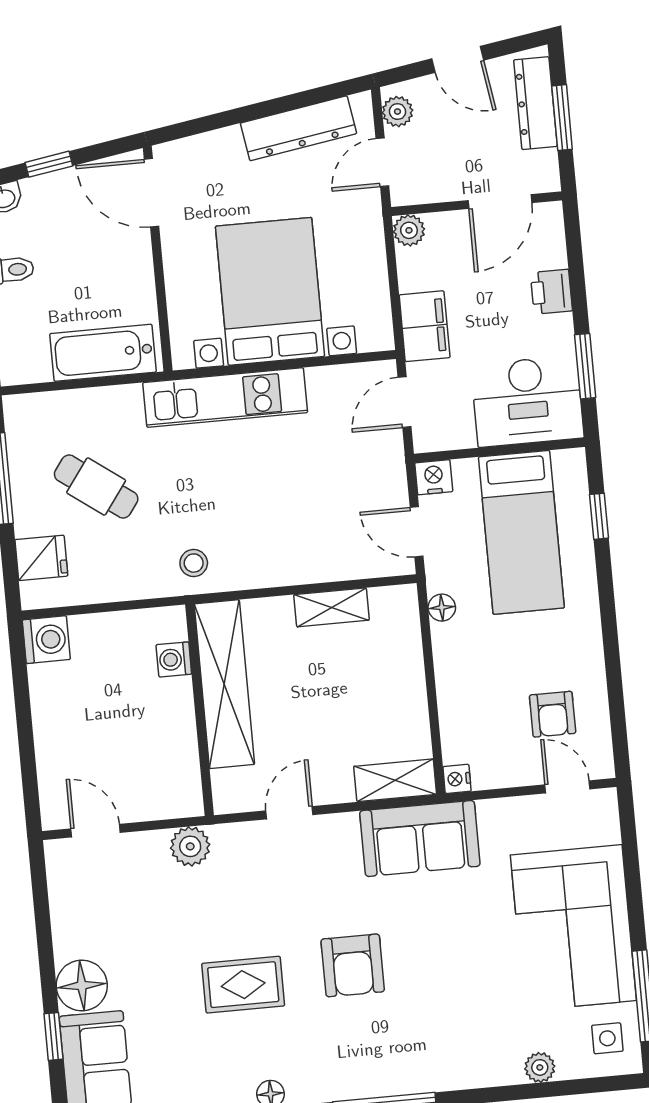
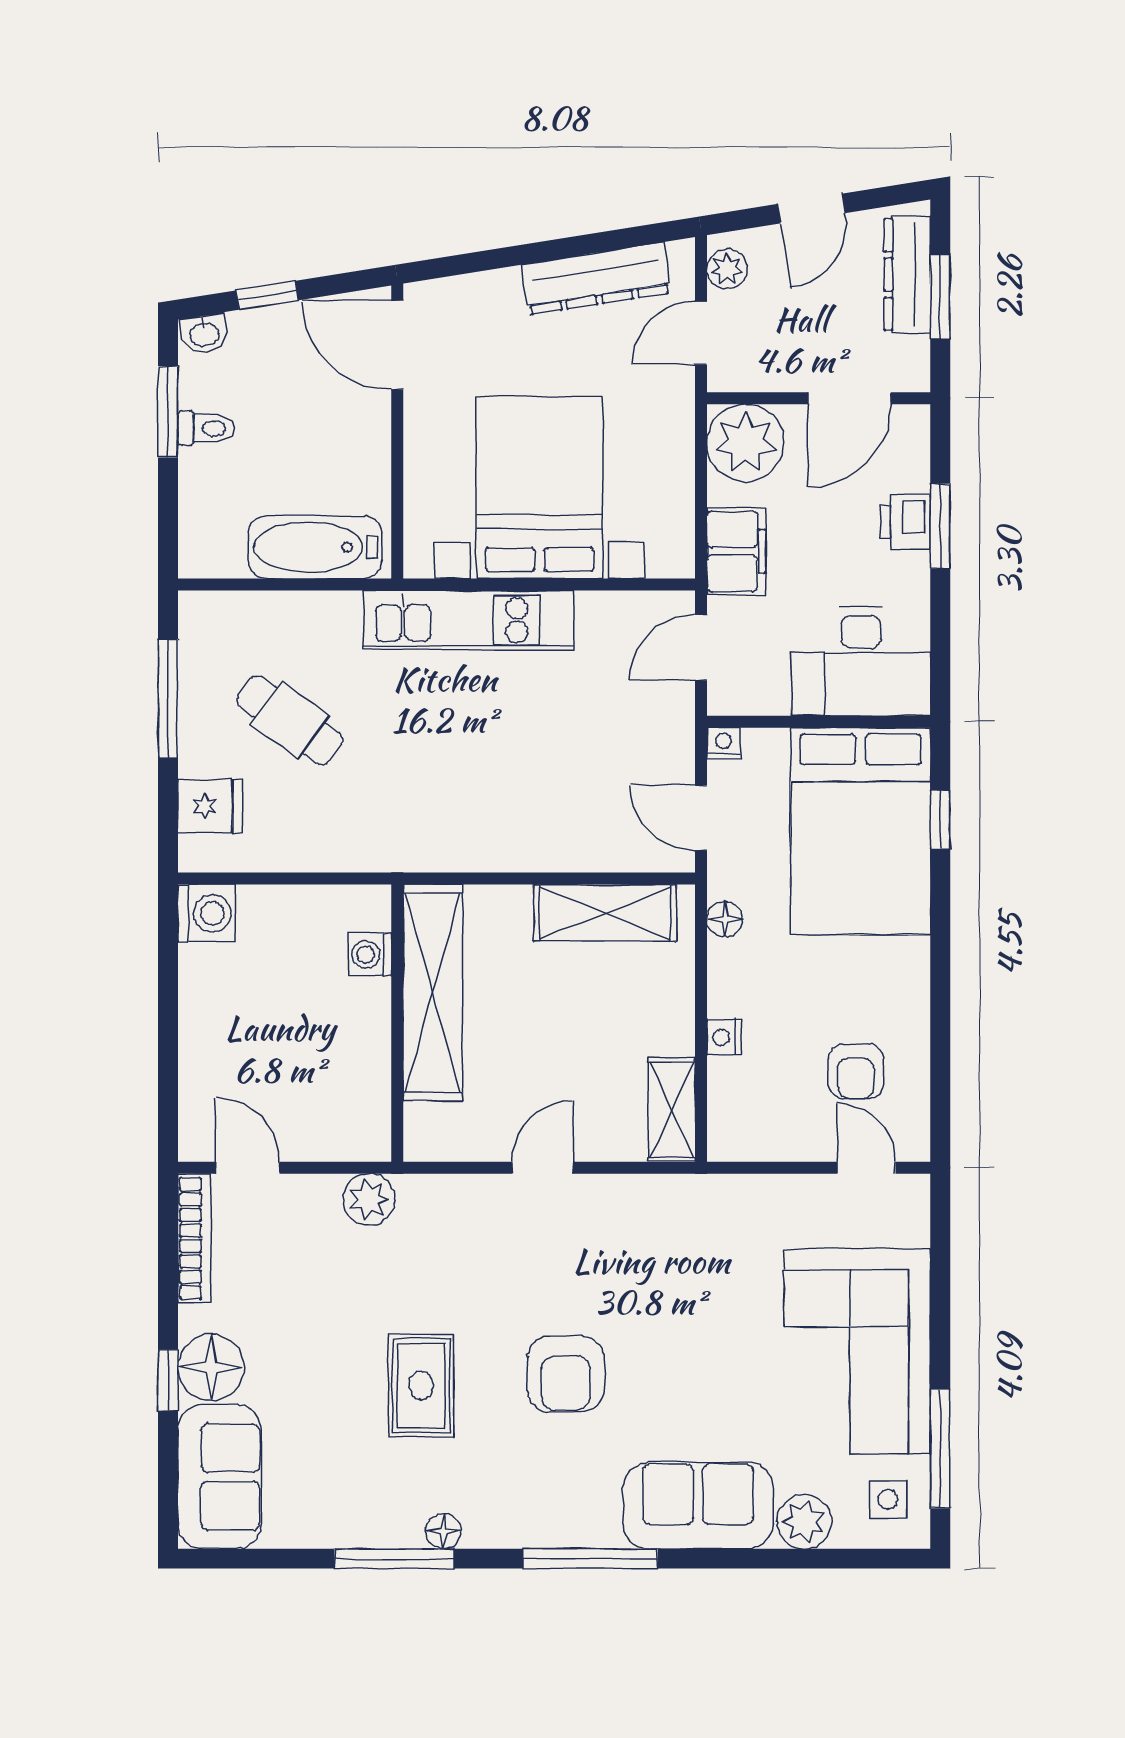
door: (458, 59) -> (811, 208), hinge flipped
plant: (409, 230) -> (746, 443), width x1.87, depth x1.87
window: (585, 366) -> (940, 526), moved
nightstand: (434, 477) -> (724, 743), width x0.72, depth x0.74
bed: (521, 532) -> (861, 831), width x1.50
stool: (194, 563) -> (407, 831), removed
shelving: (331, 607) -> (605, 913), width x1.50, depth x1.33
nightstand: (457, 779) -> (724, 1037), moved
shelving: (395, 780) -> (672, 1110), moved, turned 90
door: (289, 813) -> (543, 1168), moved
sofa: (420, 838) -> (698, 1505), moved, turned 180
bookcase: (60, 888) -> (194, 1238), added
rug: (243, 985) -> (421, 1386), turned 90
window: (53, 1036) -> (168, 1380), moved
plant: (540, 1067) -> (804, 1522), width x1.38, depth x1.38

